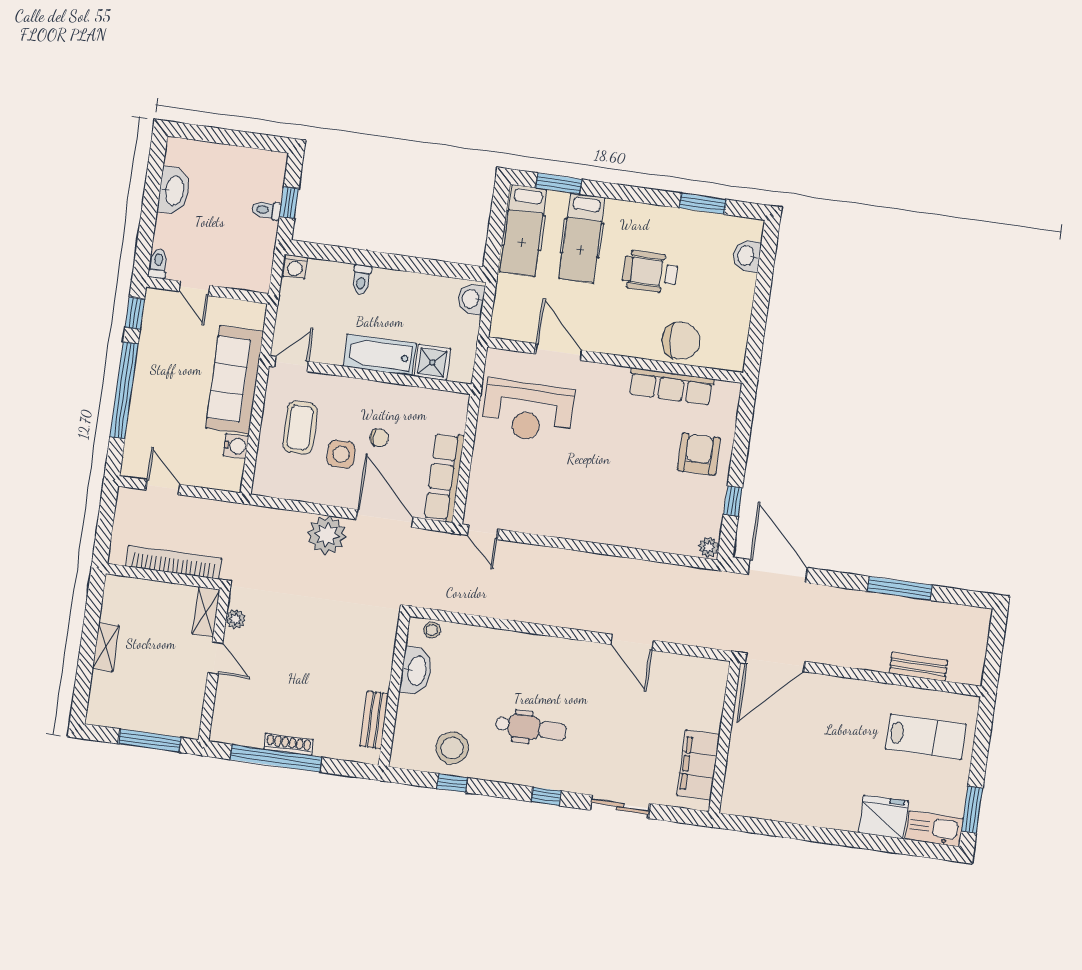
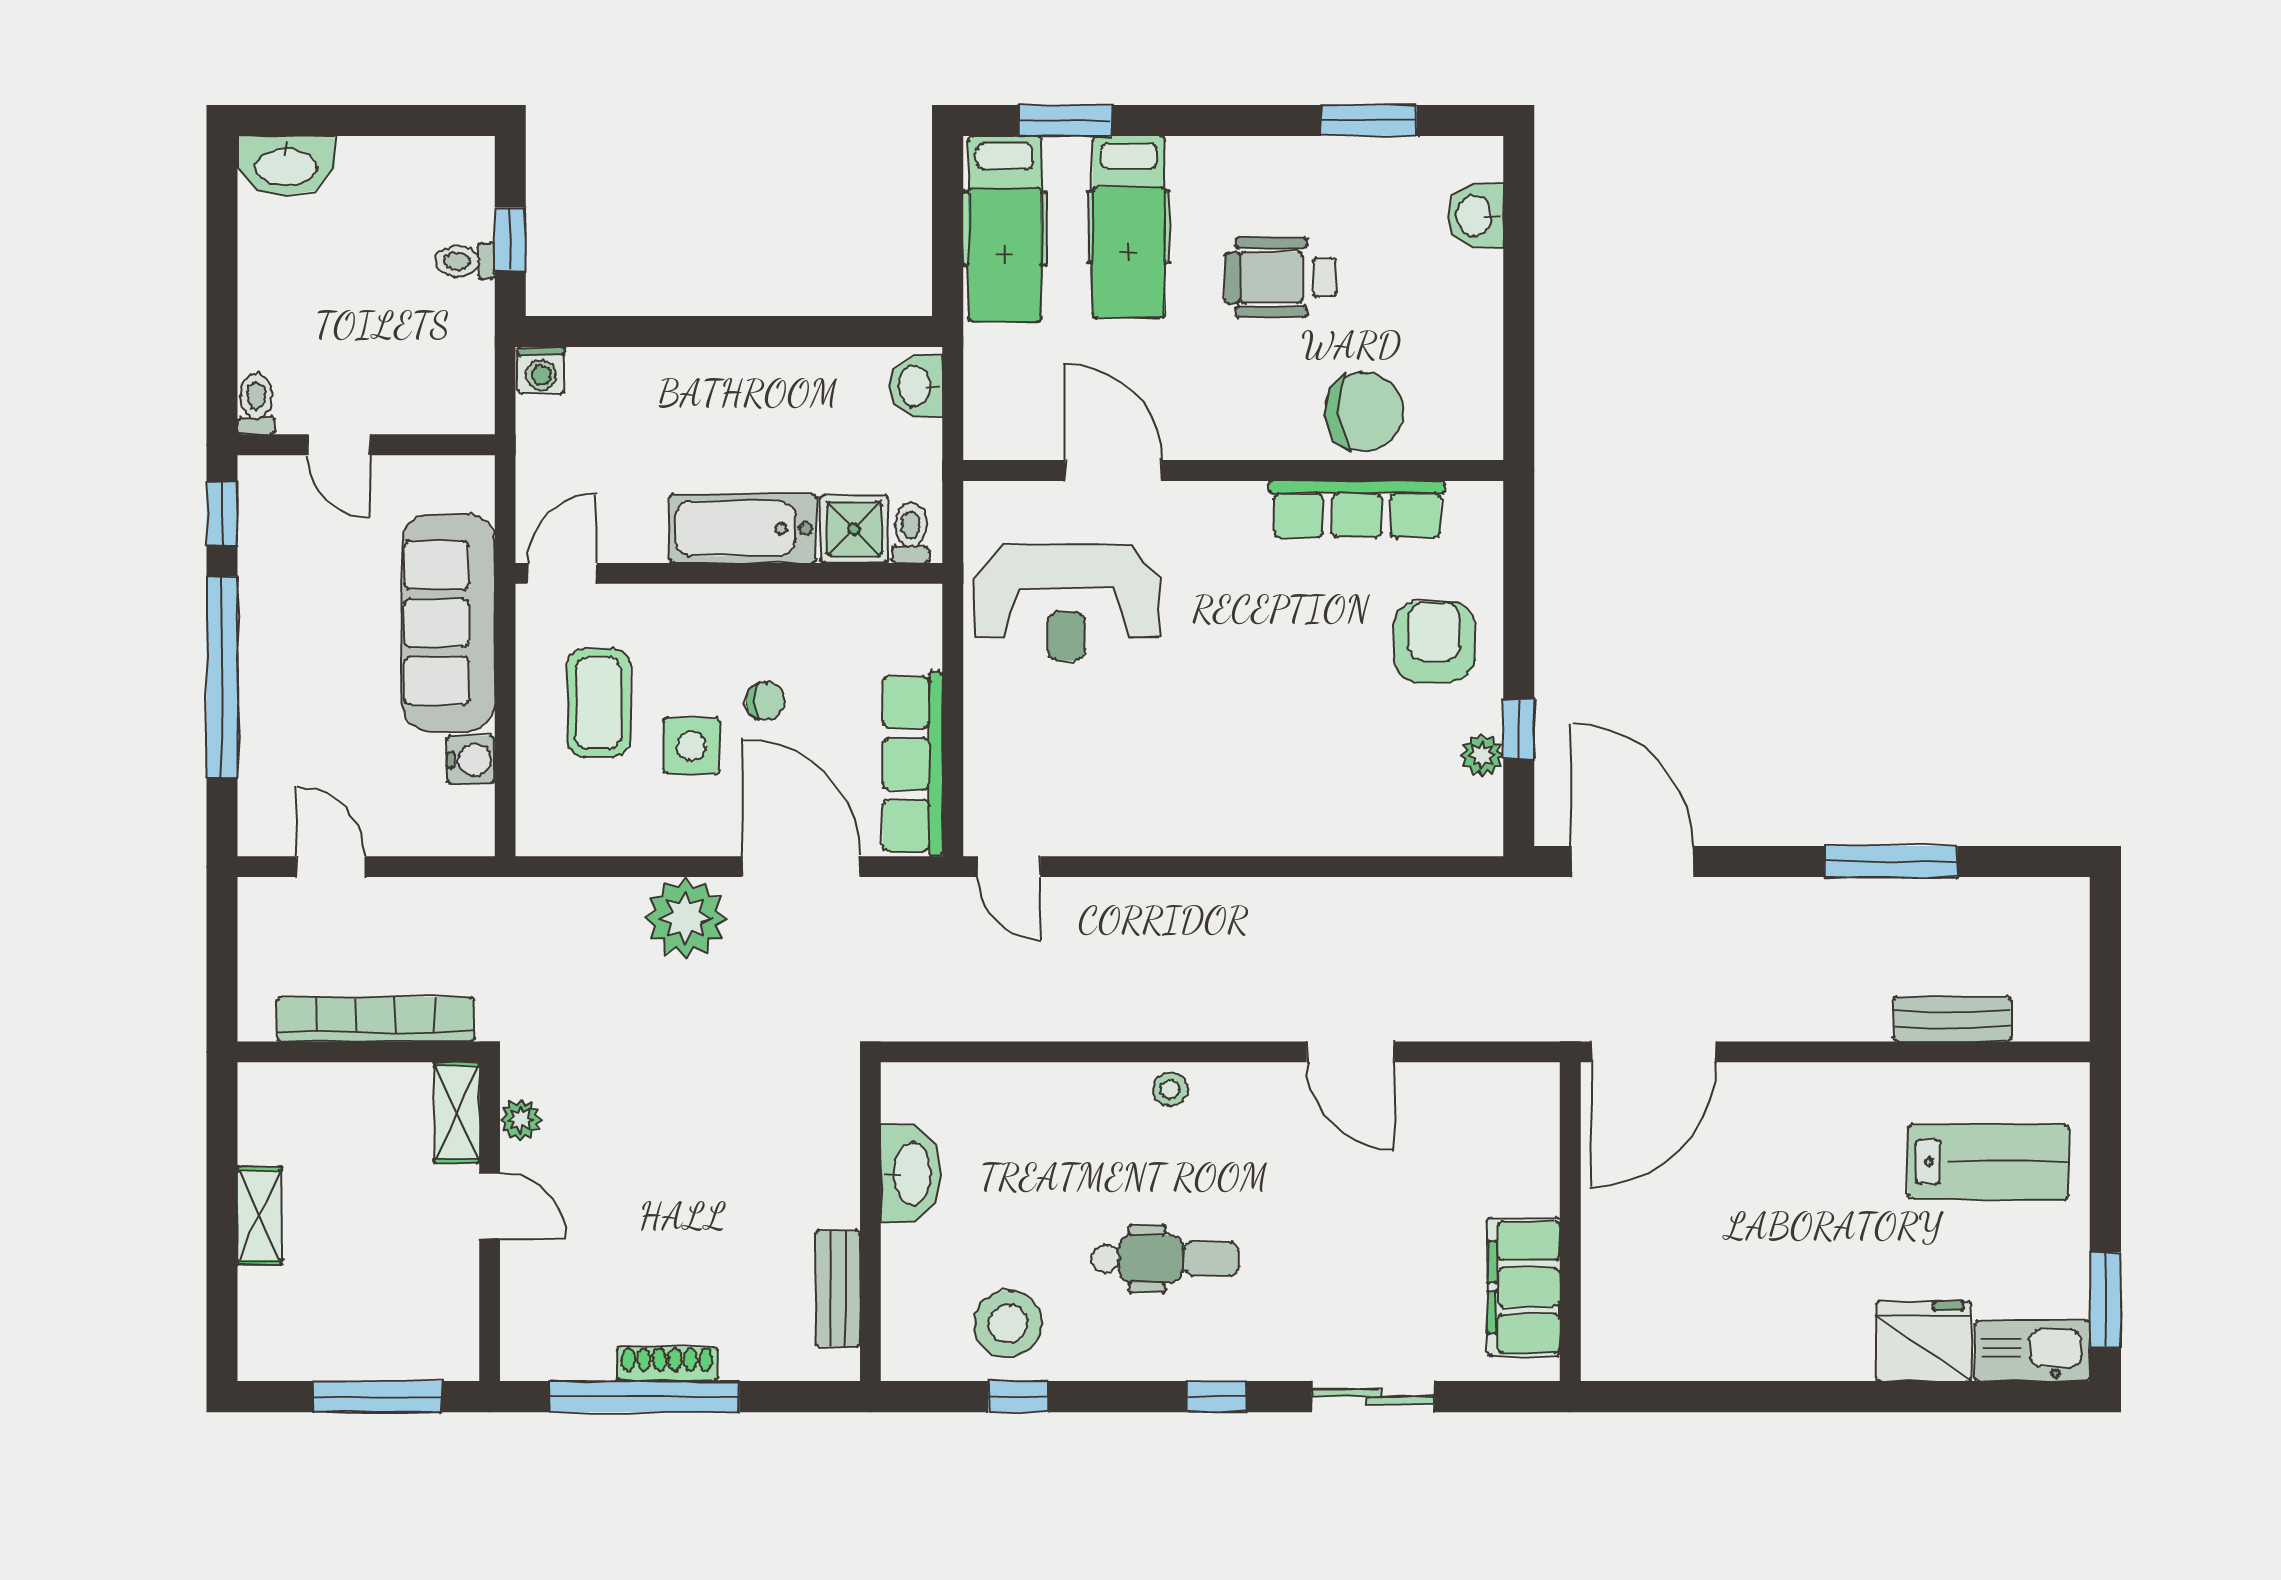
washbasin: (174, 190) -> (286, 166), moved, turned 90
toilet: (361, 279) -> (911, 533), moved, turned 180
plant: (709, 547) -> (1482, 755), moved
stool: (432, 630) -> (1170, 1089), moved

